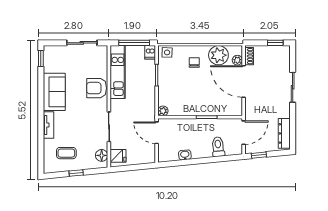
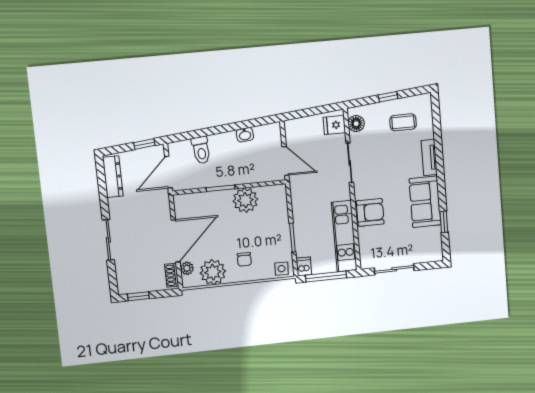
window: (41, 58) -> (444, 222), moved
door: (244, 82) -> (176, 241), hinge flipped
plant: (163, 111) -> (245, 200), moved, width x1.88, depth x1.88

